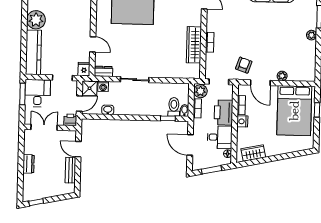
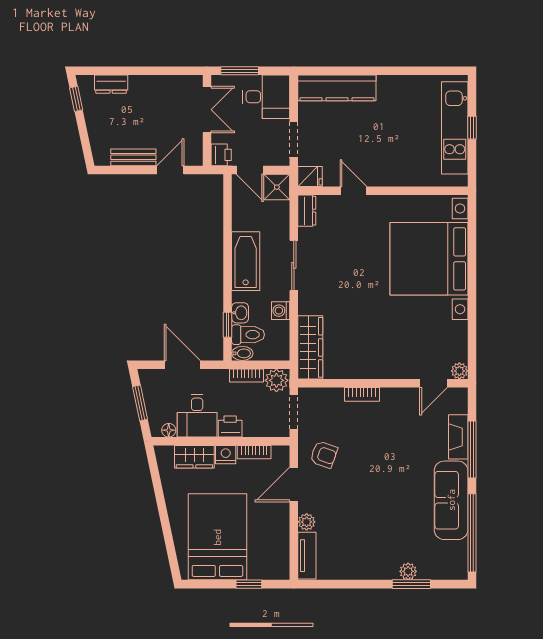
plant: (36, 20) -> (394, 91), removed
plant: (312, 35) -> (408, 571), moved
door: (93, 44) -> (353, 191), swing flipped
wardrobe: (194, 45) -> (310, 347), moved, turned 90
tv unit: (302, 76) -> (307, 556), added
washing machine: (103, 86) -> (281, 311), moved
window: (23, 94) -> (240, 71), moved
bathtub: (132, 107) -> (246, 261), added
washbasin: (108, 110) -> (240, 313), moved
bed: (294, 111) -> (217, 537), moved, turned 90
printer: (224, 112) -> (230, 427), width x0.53, depth x0.68
door: (190, 145) -> (182, 365), hinge flipped
wardrobe: (253, 153) -> (194, 457), moved, turned 102
dresser: (29, 164) -> (111, 84), moved

